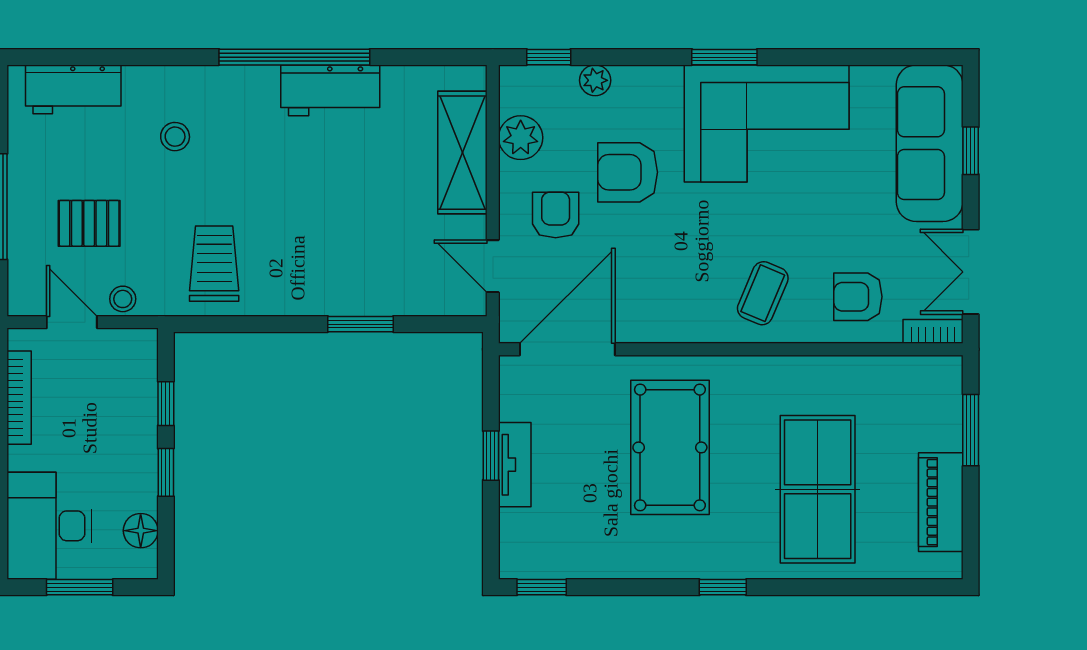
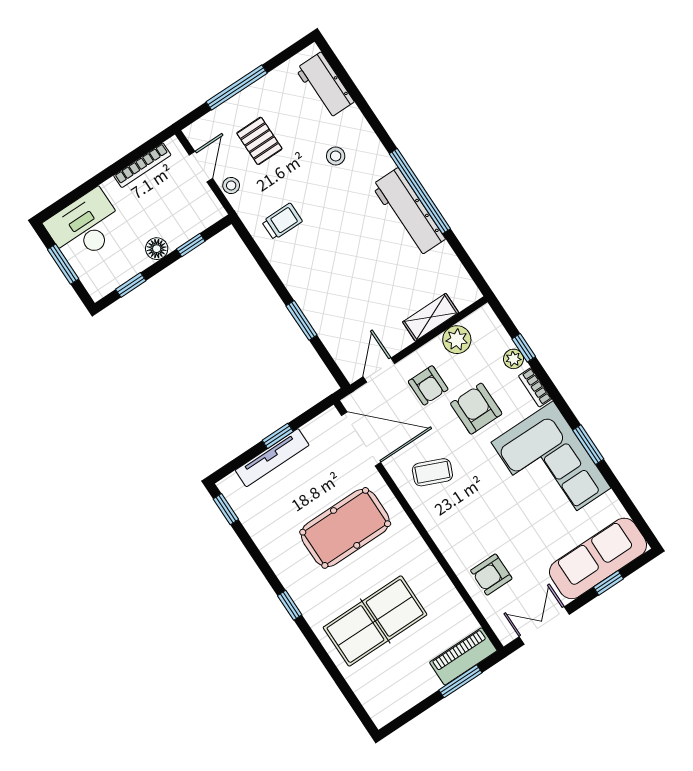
window: (549, 57) -> (524, 348), moved
window: (724, 57) -> (588, 445), moved
workbench: (330, 90) -> (408, 212), width x1.38
shelving: (462, 153) -> (431, 317), width x0.67, depth x0.75
armchair: (556, 215) -> (428, 385), turned 90
trolley: (214, 264) -> (282, 221), width x0.73, depth x0.72
coffee table: (763, 293) -> (432, 472), moved
armchair: (858, 297) -> (491, 575), turned -90
bookcase: (933, 331) -> (535, 387), moved, turned 180
tv unit: (515, 465) -> (272, 458), width x1.41
window: (166, 472) -> (131, 285), moved
piano: (941, 502) -> (463, 656), moved
floor lamp: (141, 531) -> (157, 249), moved

